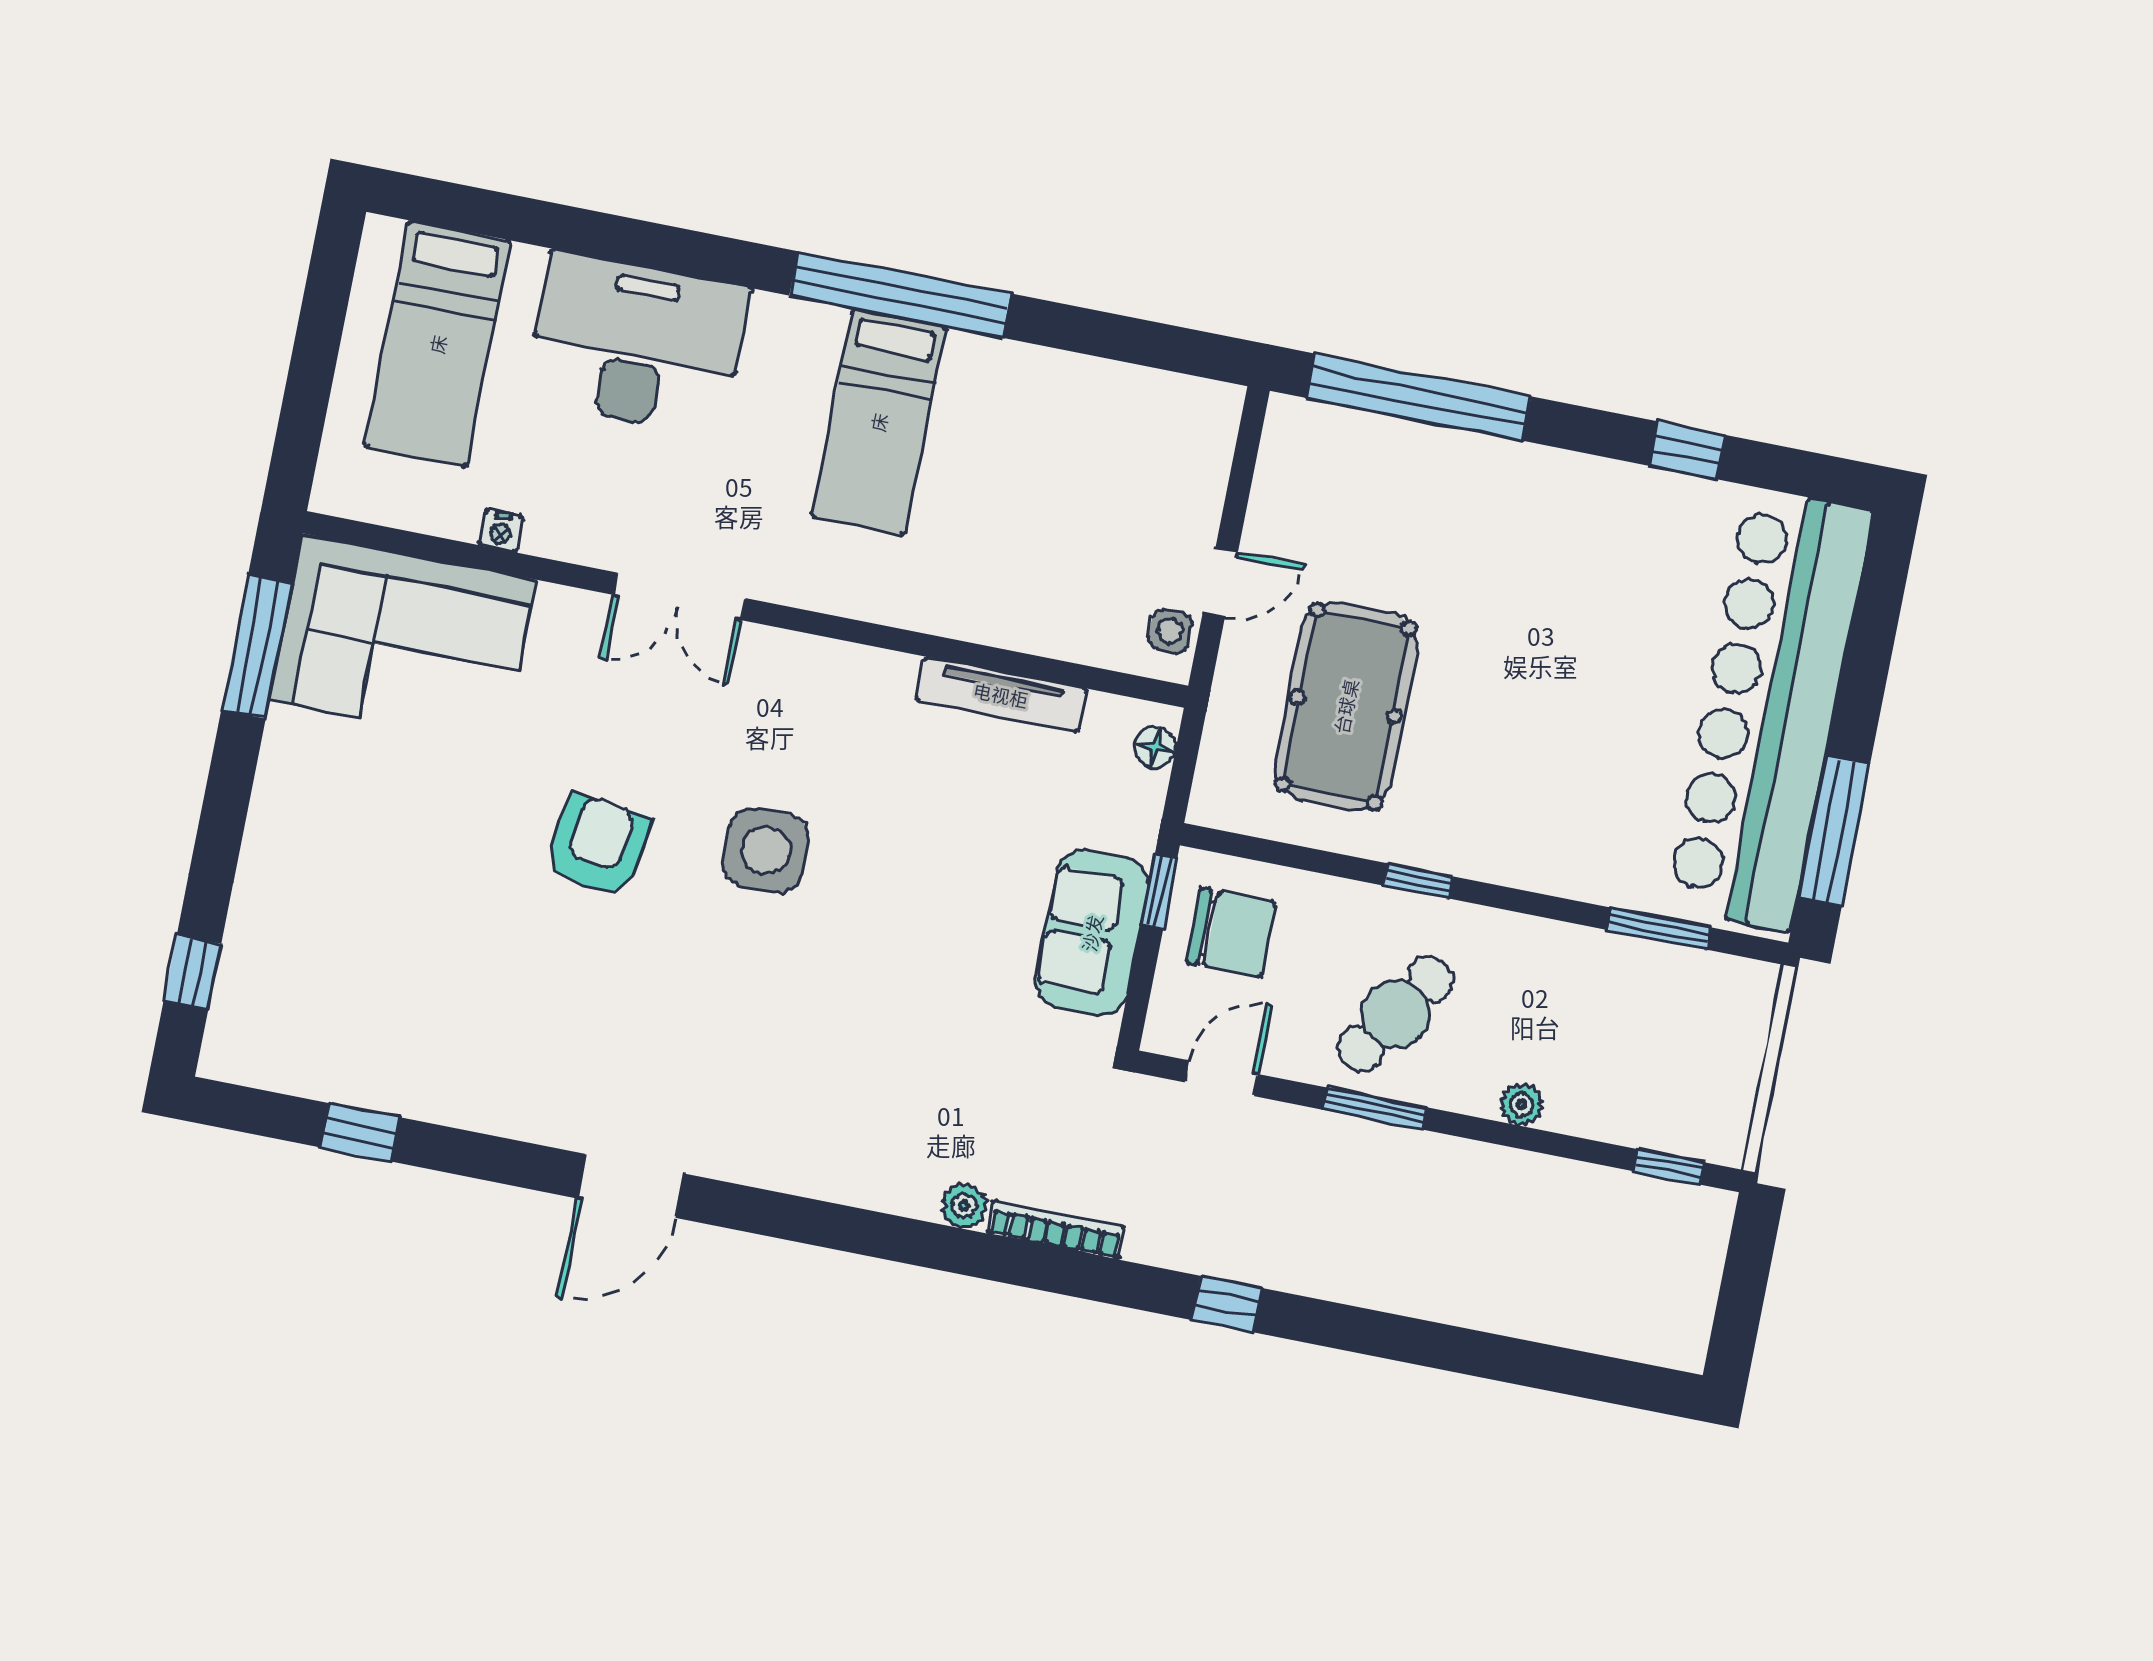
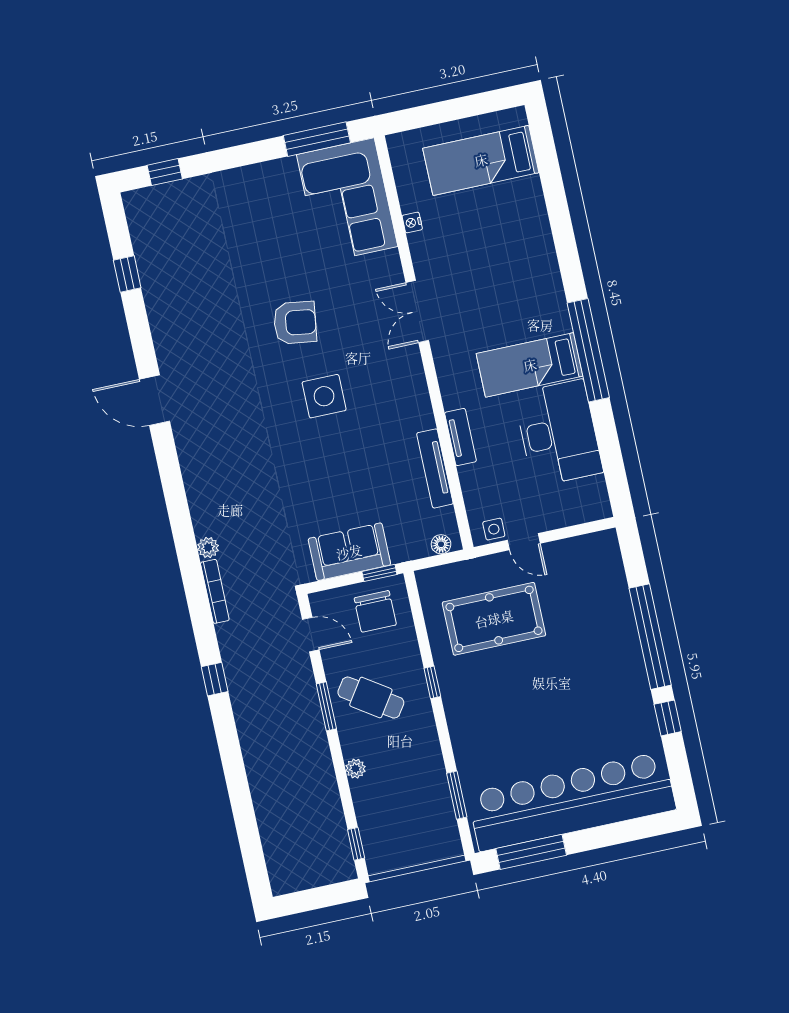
desk: (637, 344) -> (558, 433), moved
window: (1419, 397) -> (650, 637), moved
tv unit: (962, 618) -> (460, 437), added

